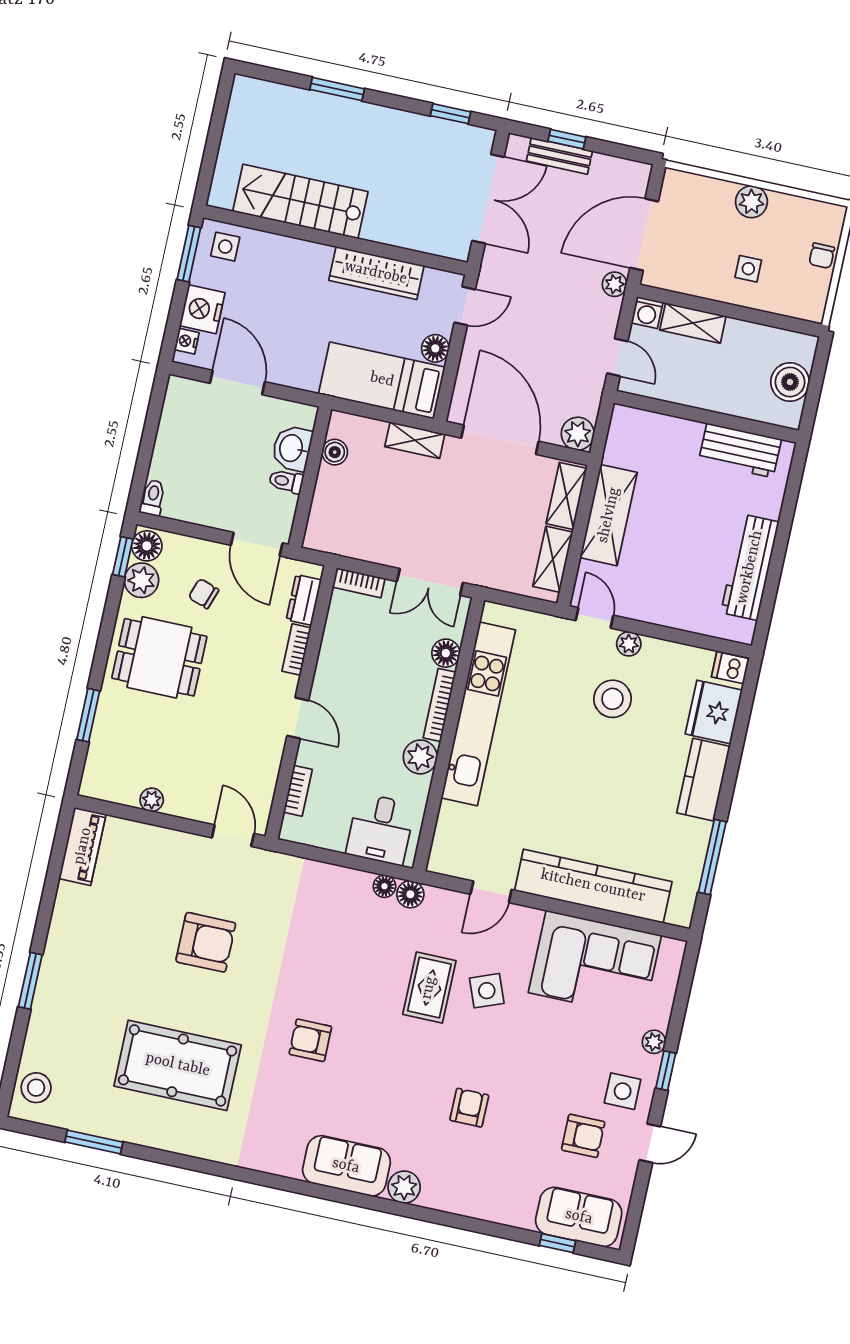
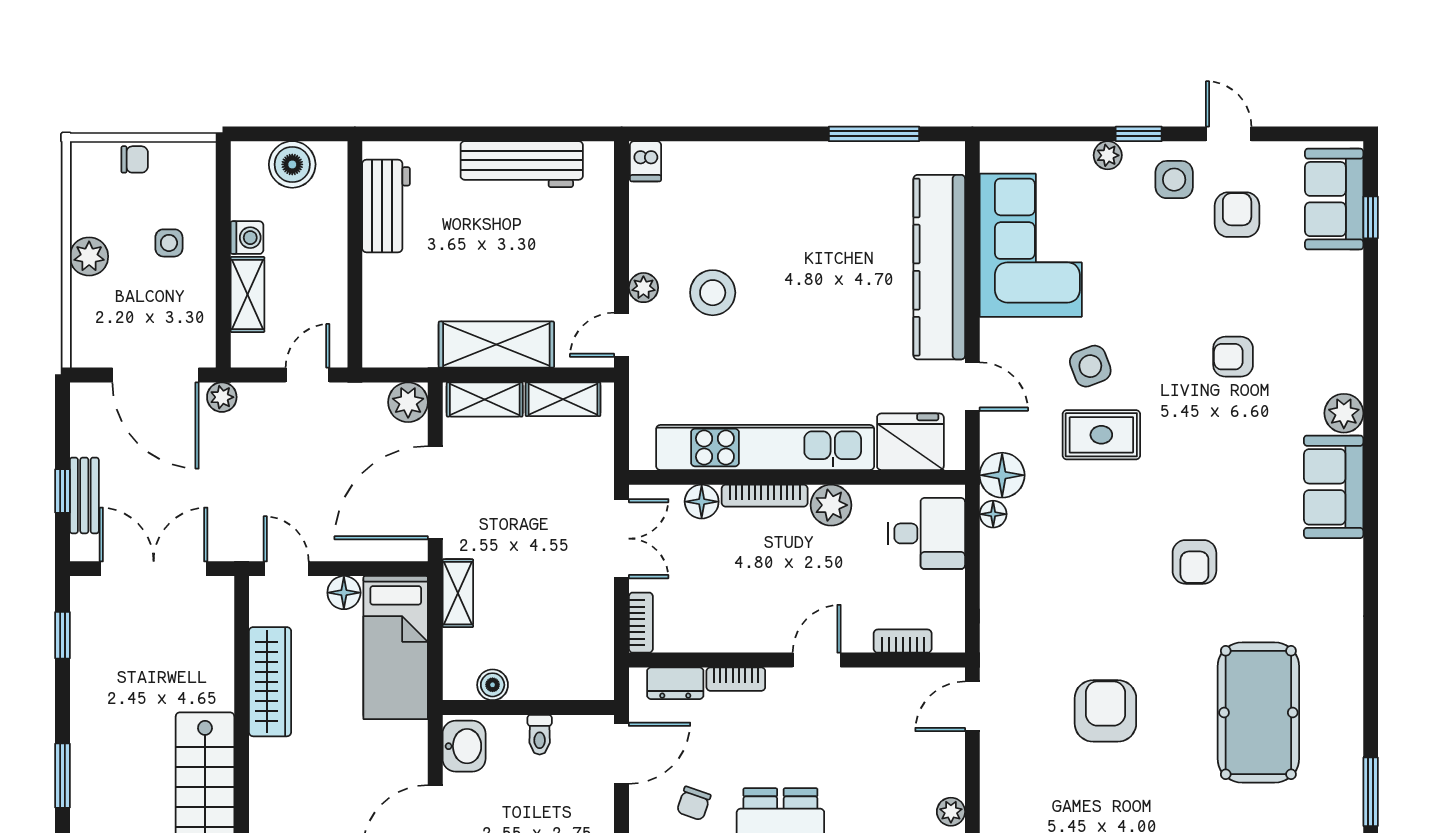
washing machine: (647, 313) -> (247, 238), moved
washbasin: (292, 448) -> (464, 746), moved, turned -90
fridge: (714, 712) -> (910, 442), moved, turned 180
kitchen counter: (703, 780) -> (785, 164), removed
floor lamp: (410, 894) -> (1002, 475), width x1.38, depth x1.38

